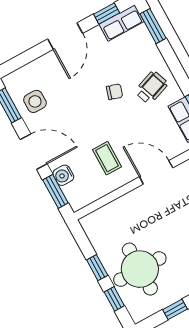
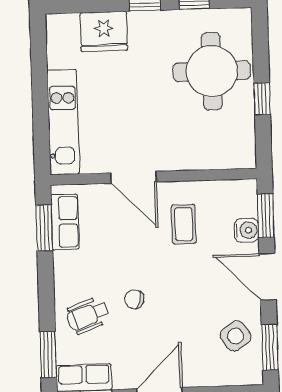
wheelchair: (151, 87) -> (88, 315), moved
side table: (35, 101) -> (236, 336), turned -35
window: (114, 299) -> (261, 51), removed

